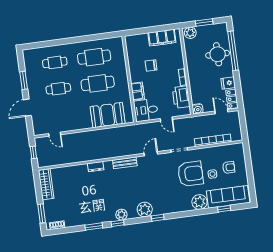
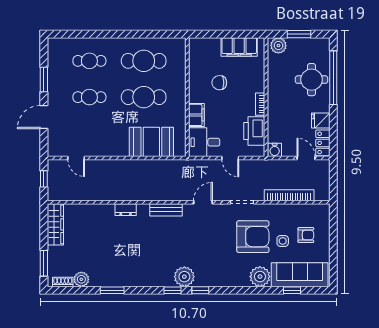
plant: (121, 215) -> (81, 279), moved
window: (118, 223) -> (172, 290), moved

